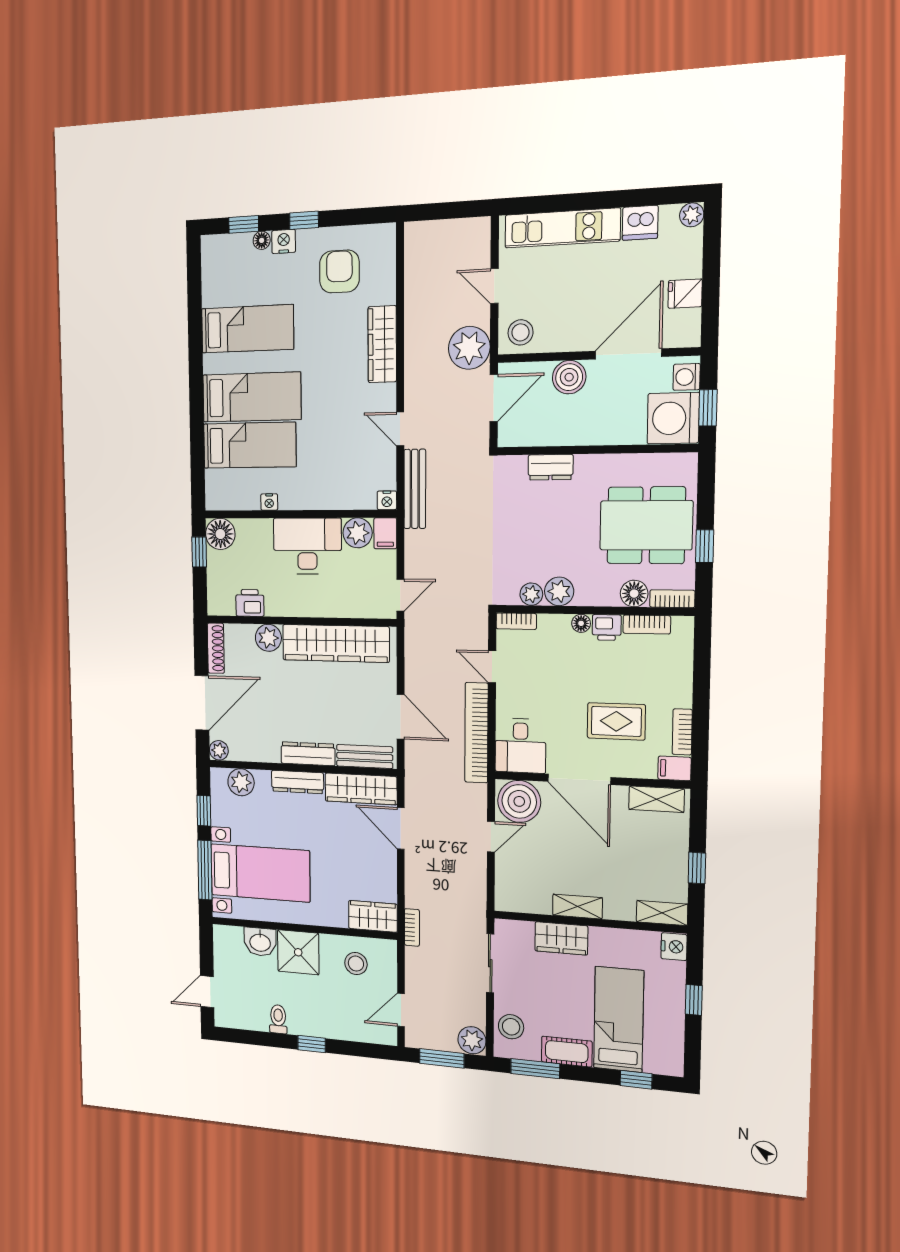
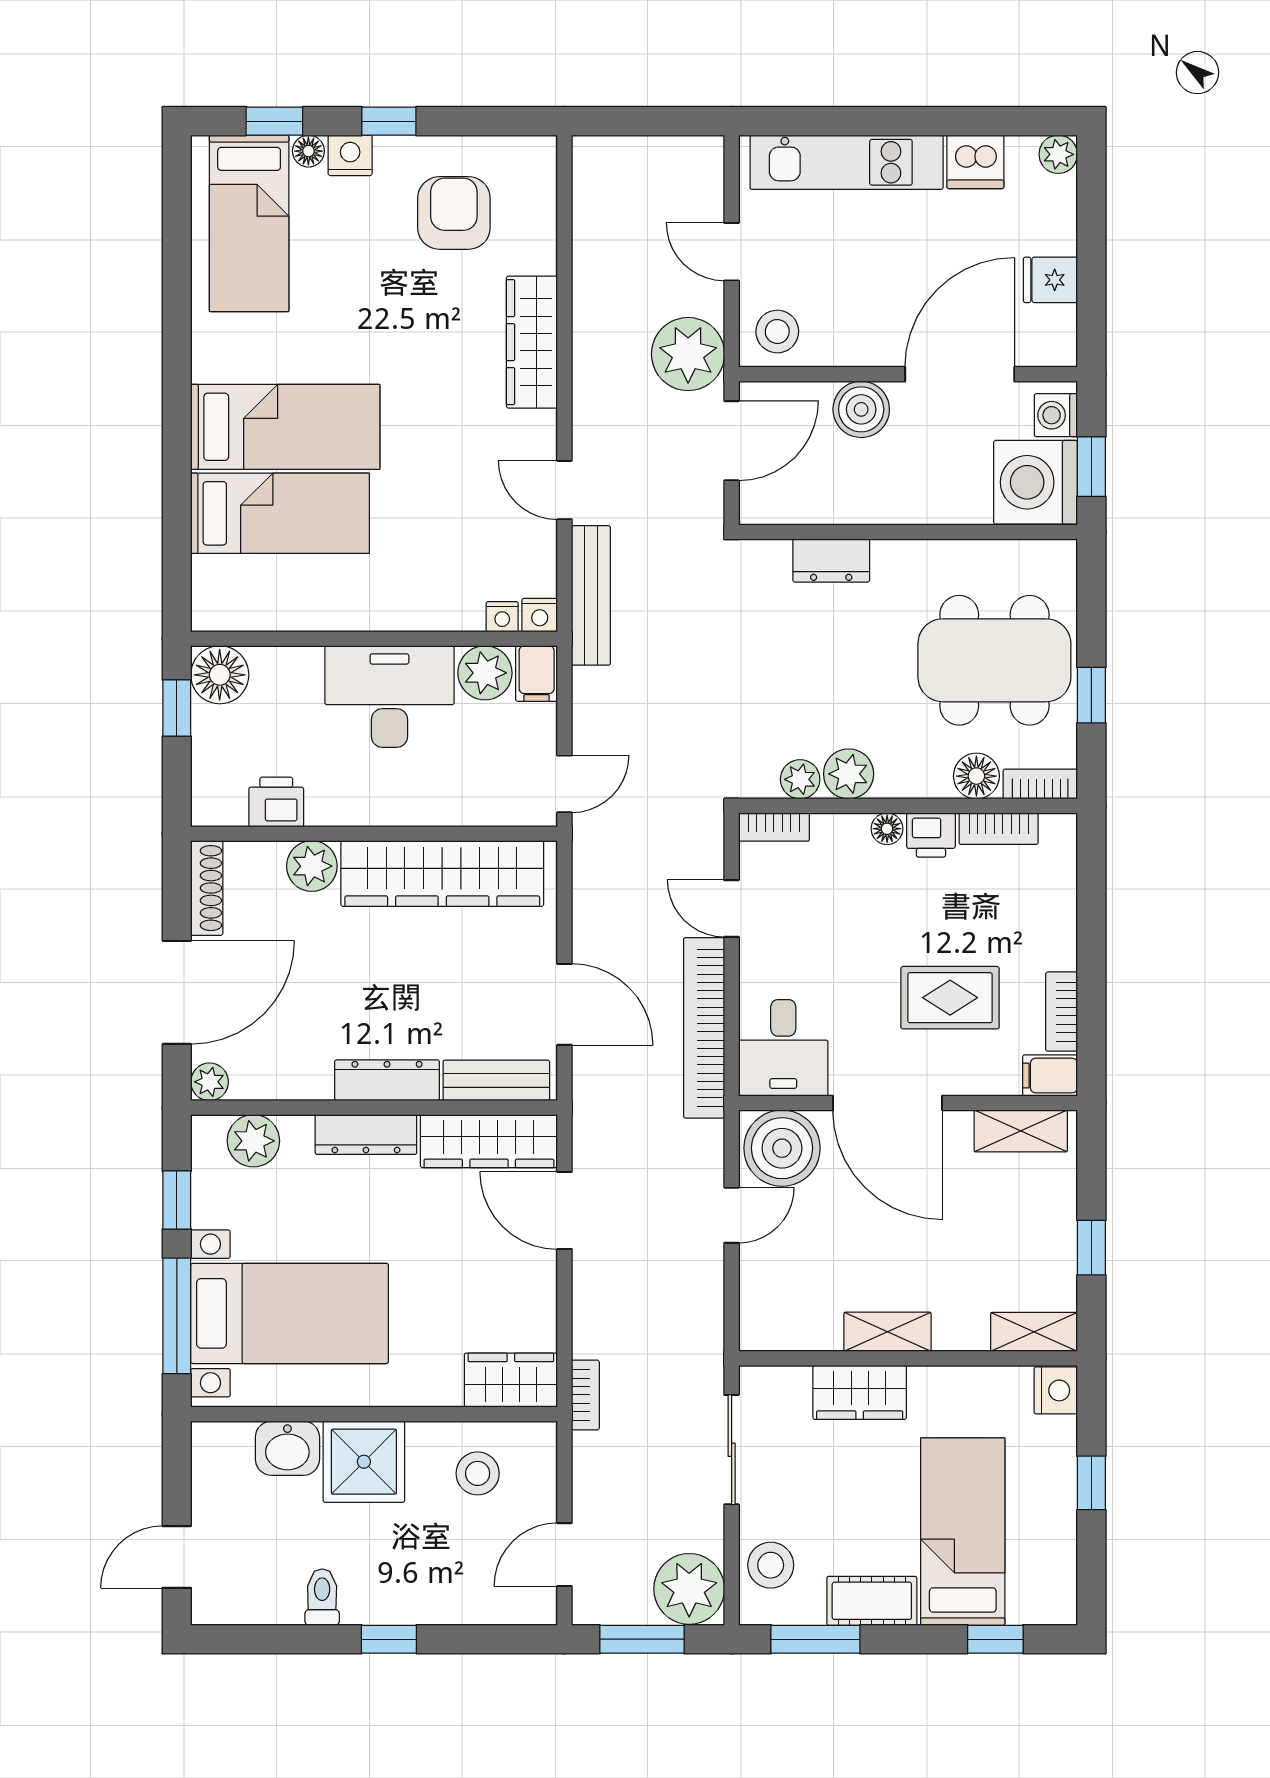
bed: (247, 329) -> (249, 223), moved, turned 90
nightstand: (269, 502) -> (502, 617), moved
plant: (472, 1040) -> (689, 1589), width x1.36, depth x1.36

